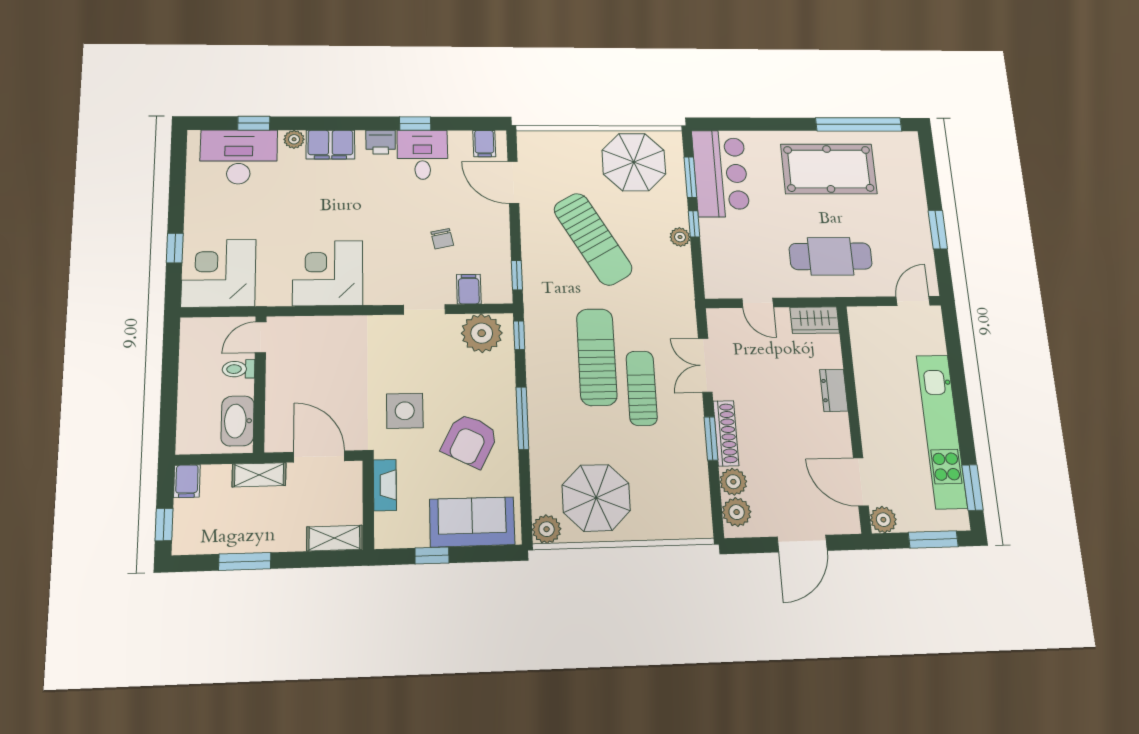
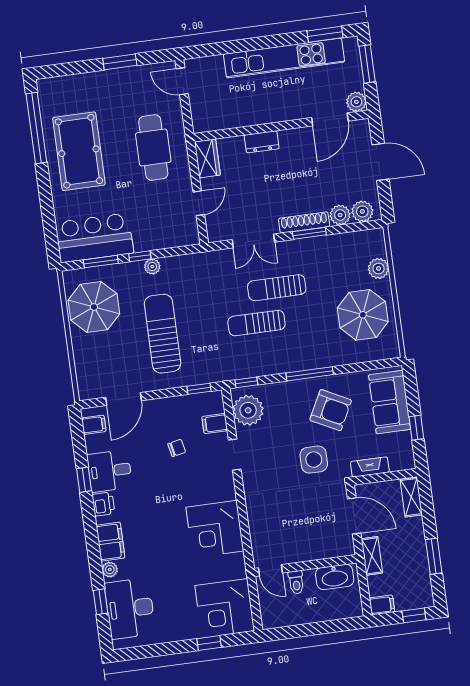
sun lounger: (593, 239) -> (163, 334), turned -60
sun lounger: (597, 357) -> (256, 323), width x0.73, depth x0.75
door: (319, 457) -> (354, 516), swing flipped
plant: (547, 529) -> (378, 268), moved

